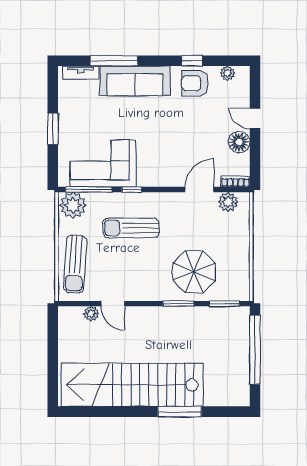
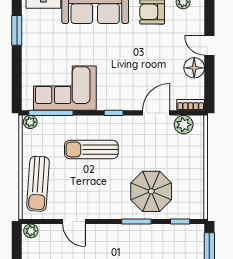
window: (53, 129) -> (17, 30), moved
window: (132, 190) -> (114, 113), moved
plant: (73, 205) -> (30, 122), width x0.53, depth x0.53
window: (224, 304) -> (180, 221), width x0.67
plant: (91, 314) -> (31, 231), moved

